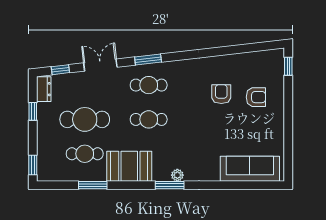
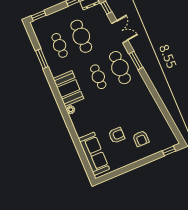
cafe table: (149, 85) -> (120, 68), width x1.37, depth x1.35
armchair: (221, 94) -> (117, 135), moved
booth: (129, 166) -> (68, 88), moved
window: (170, 185) -> (62, 107), removed

